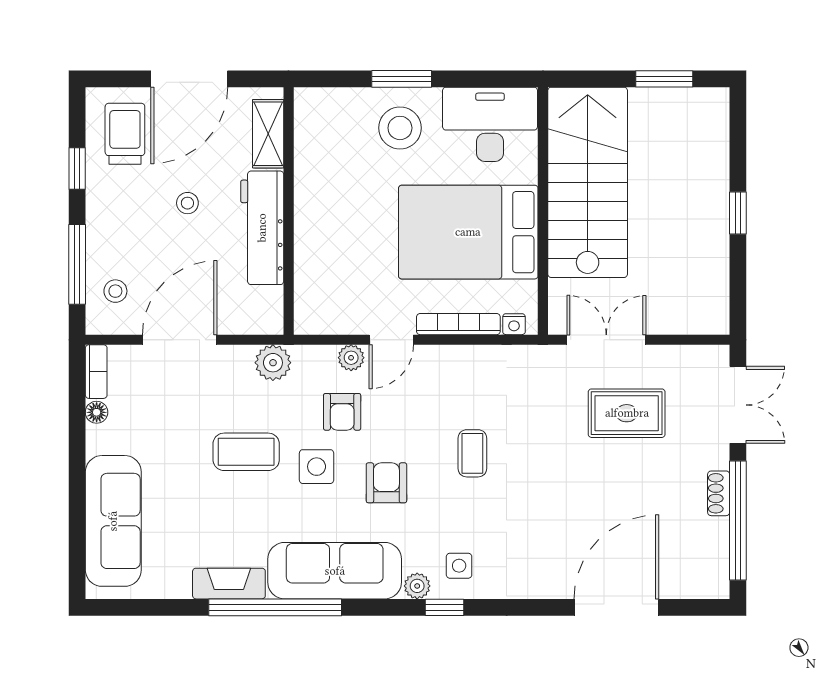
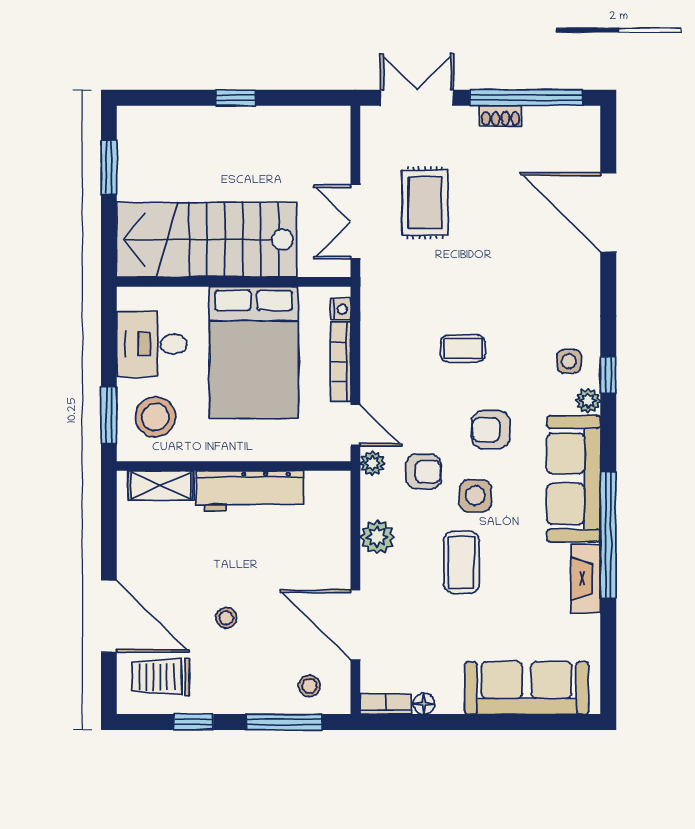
desk: (490, 124) -> (152, 344), width x0.73
shelving: (268, 134) -> (161, 485), moved
wall: (289, 211) -> (234, 466), moved
workbench: (262, 228) -> (250, 491), moved

